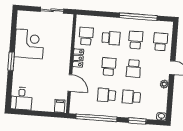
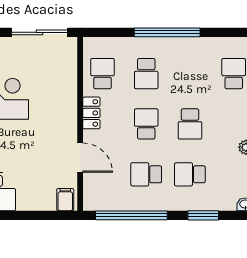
sliding door: (52, 10) -> (39, 32), width x1.37
window: (138, 17) -> (167, 32), moved
school desk: (111, 38) -> (146, 74), turned 90
school desk: (136, 40) -> (190, 74), removed

